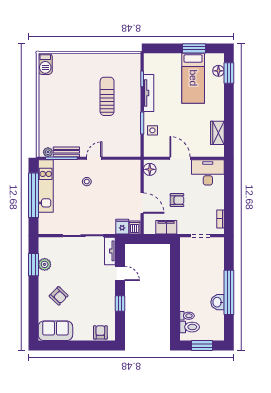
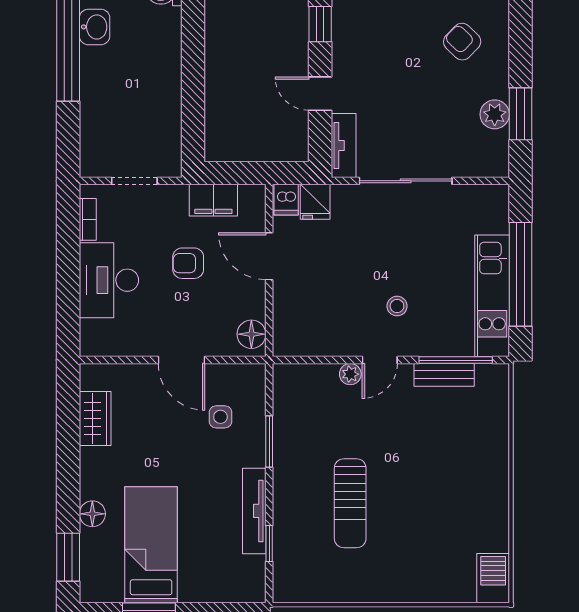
floor lamp: (218, 71) -> (92, 514), moved
side table: (152, 130) -> (220, 417), moved
plant: (48, 152) -> (350, 374), moved
desk: (208, 172) -> (109, 280), moved, turned 90

